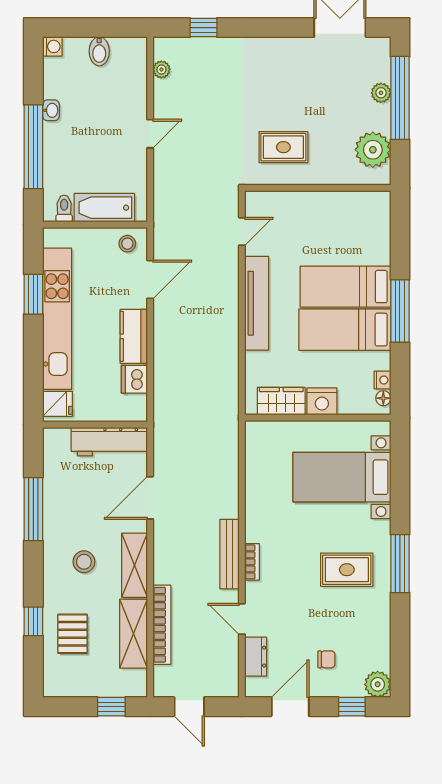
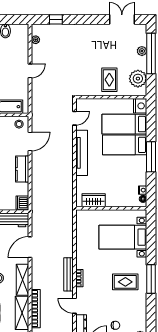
rug: (283, 147) -> (109, 80), moved, turned 90
bed: (345, 330) -> (124, 124), moved
dishwasher: (134, 379) -> (22, 203), moved
nightstand: (322, 401) -> (140, 106), moved, turned -90

